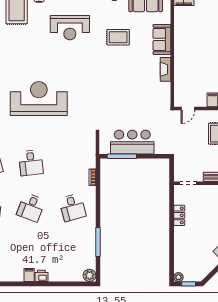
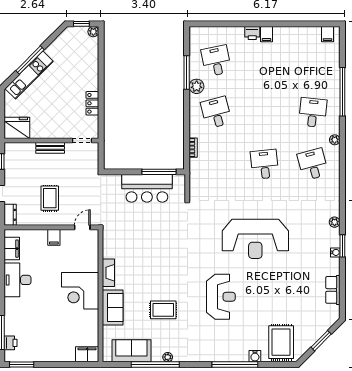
reception desk: (70, 28) -> (221, 297), moved, turned 90
corner desk: (190, 54) -> (80, 291), added
desk: (31, 207) -> (216, 61), moved, turned -33
plant: (90, 275) -> (197, 86), moved

